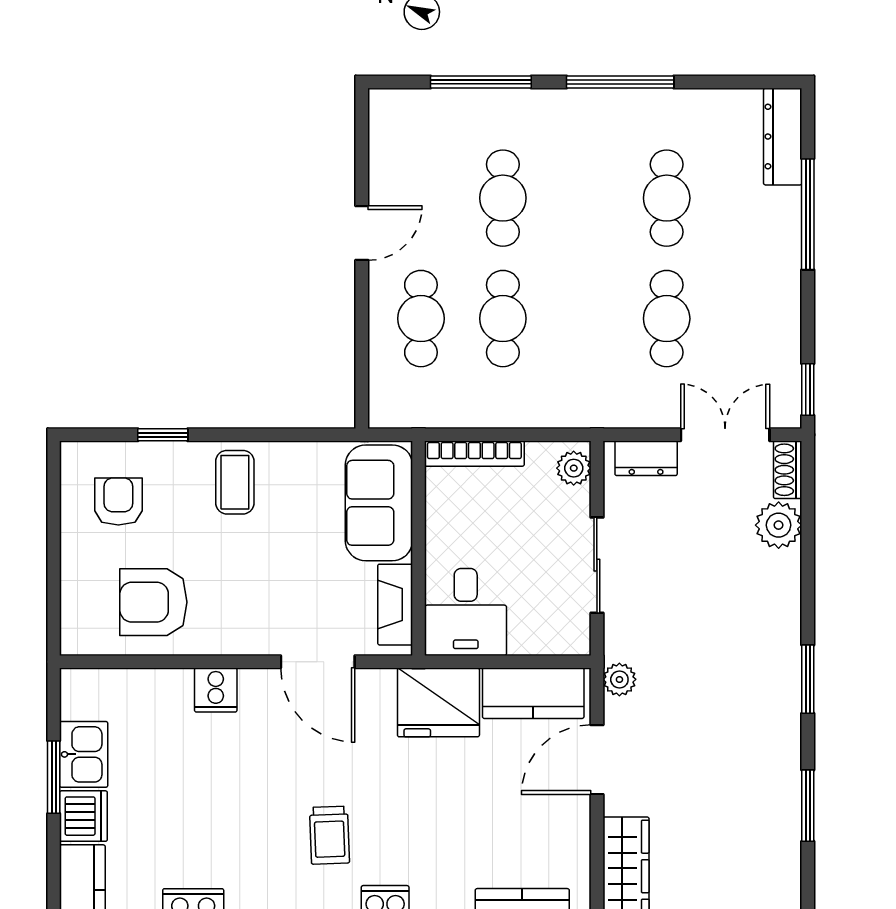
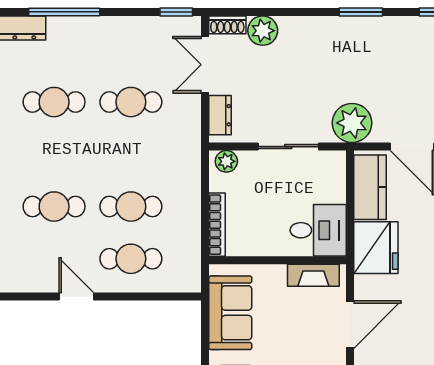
sofa: (379, 503) -> (230, 313), moved, turned -90
plant: (619, 679) -> (352, 123), width x1.88, depth x1.88

